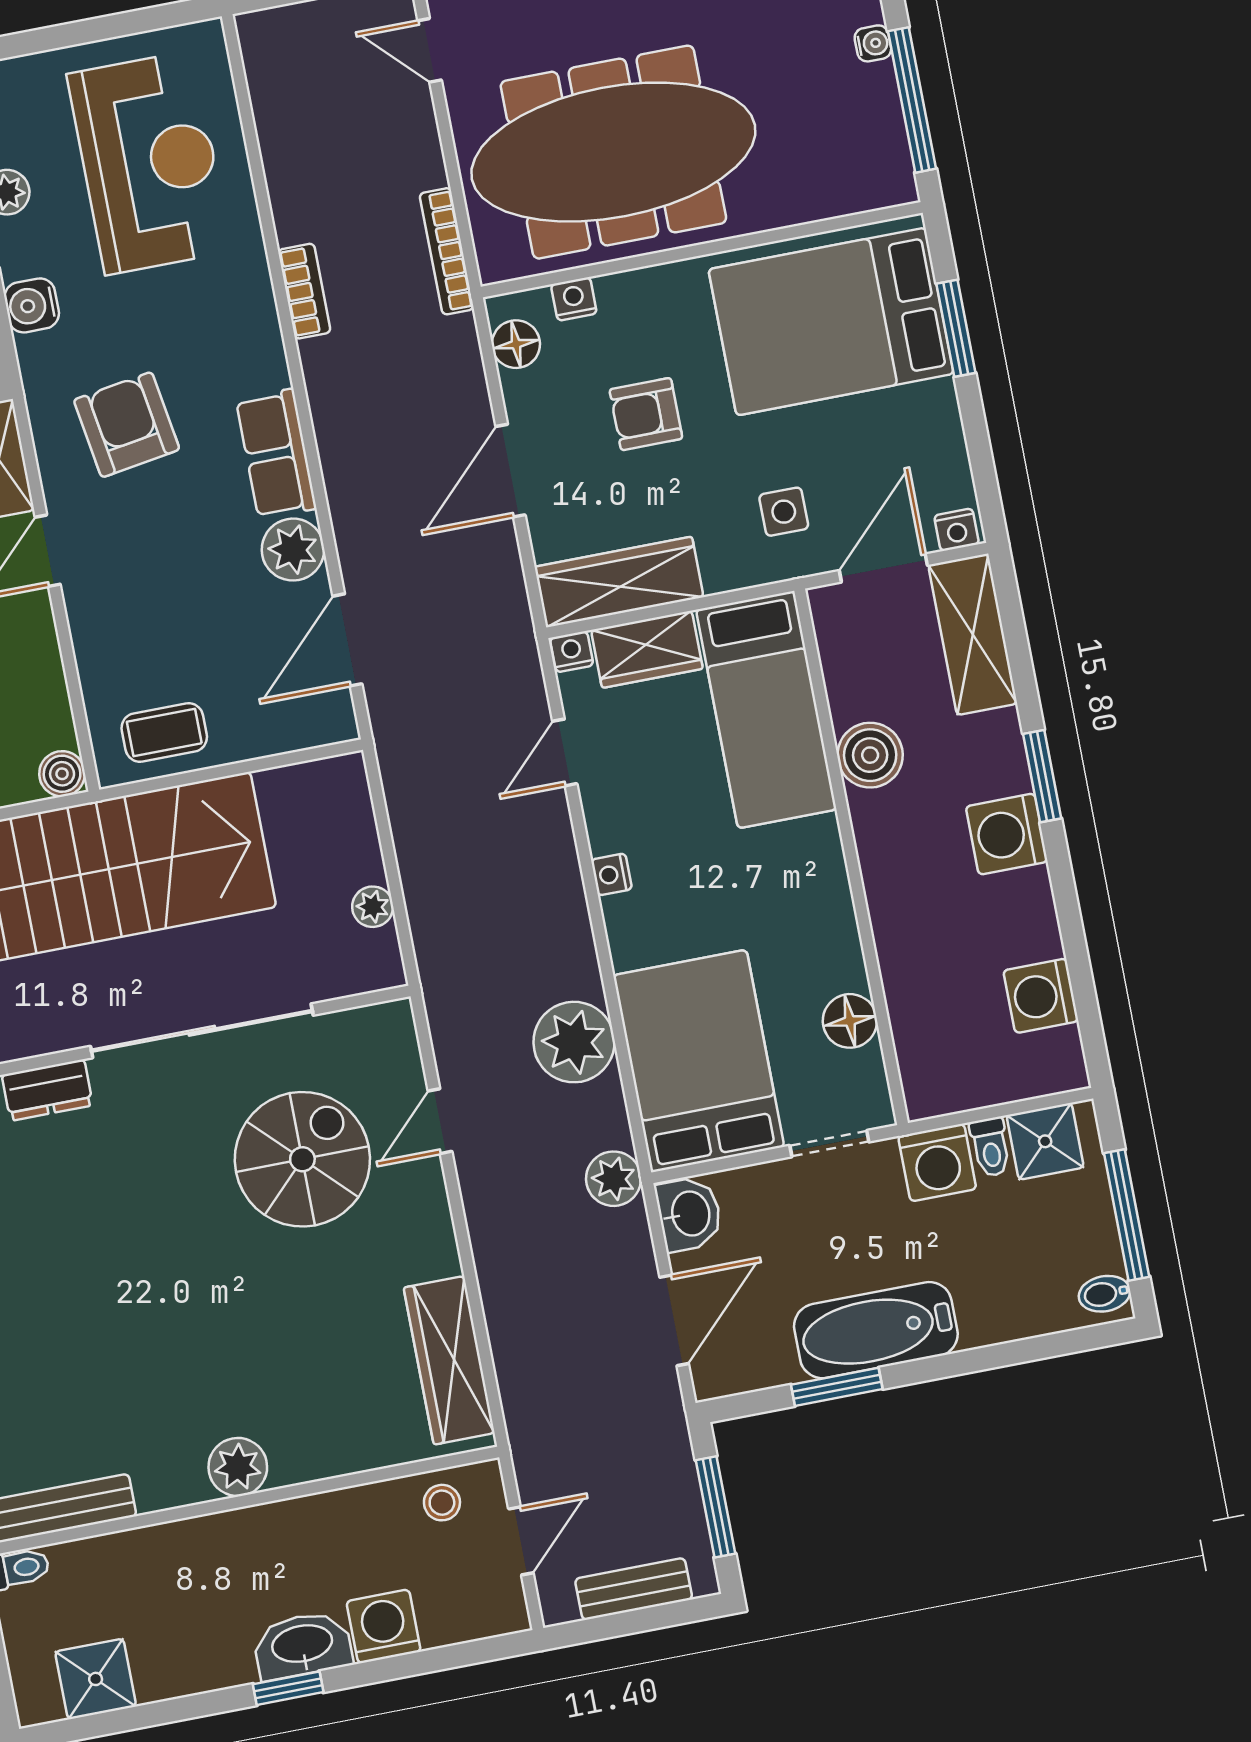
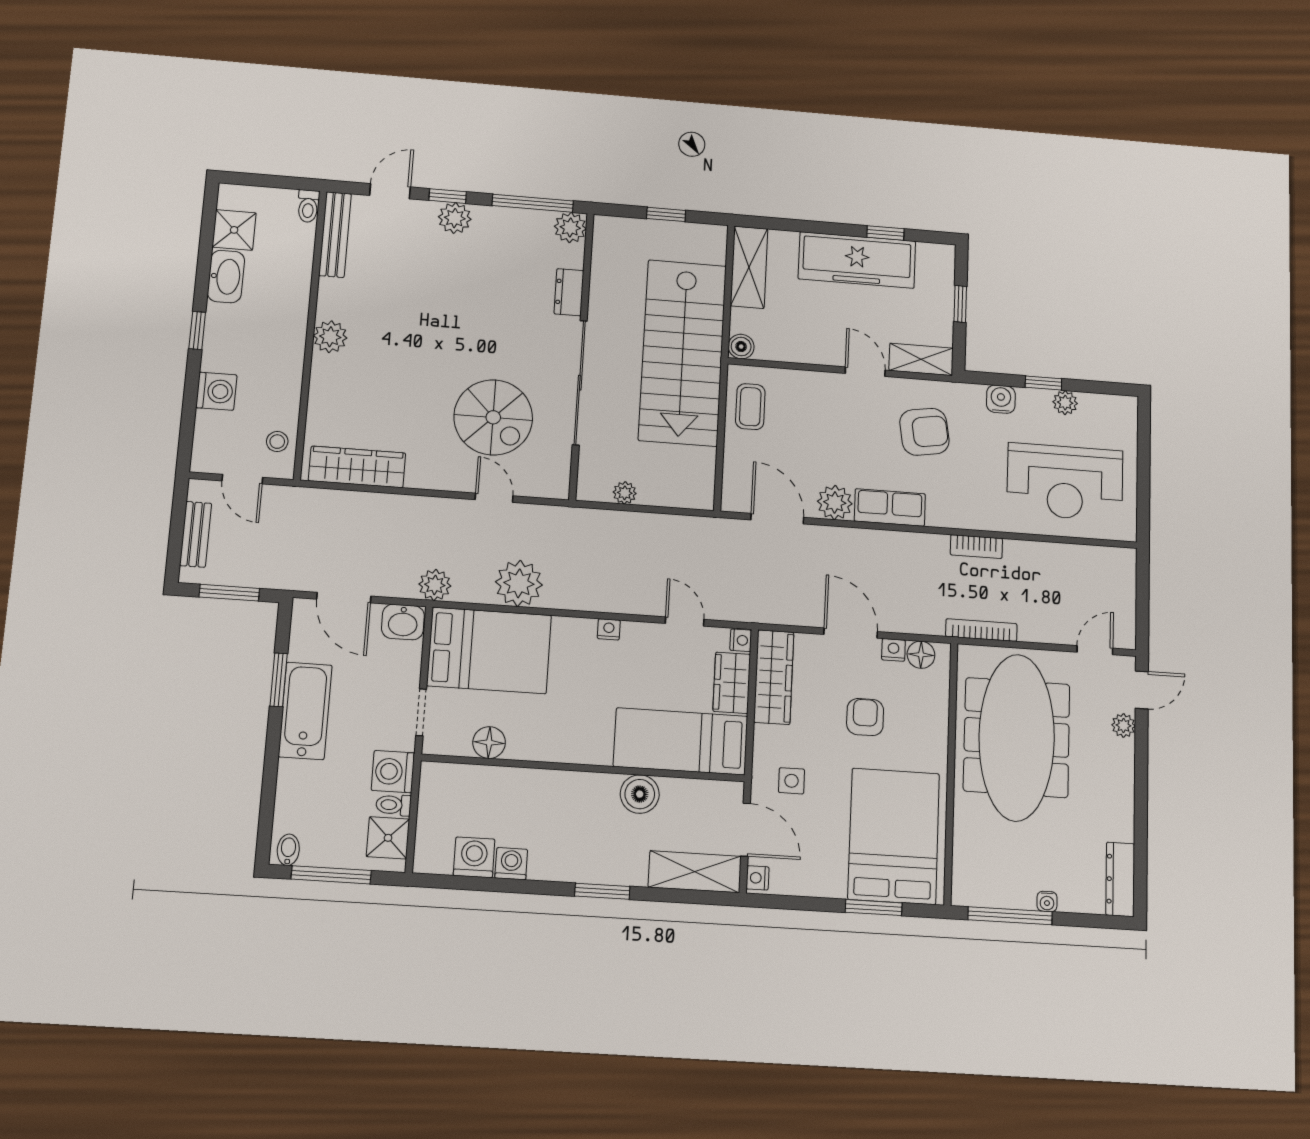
nightstand: (574, 299) -> (893, 650), moved, turned -90
washing machine: (1007, 834) -> (511, 864), moved, width x0.73, depth x0.73
washbasin: (302, 1645) -> (226, 277), moved

